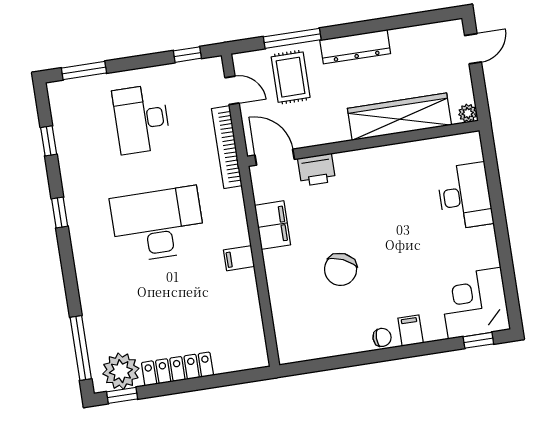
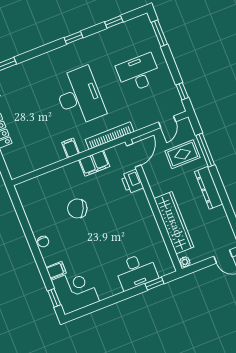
bookcase: (227, 147) -> (110, 136), moved
window: (492, 171) -> (154, 284), added
filing cabinet: (411, 330) -> (56, 270), moved

